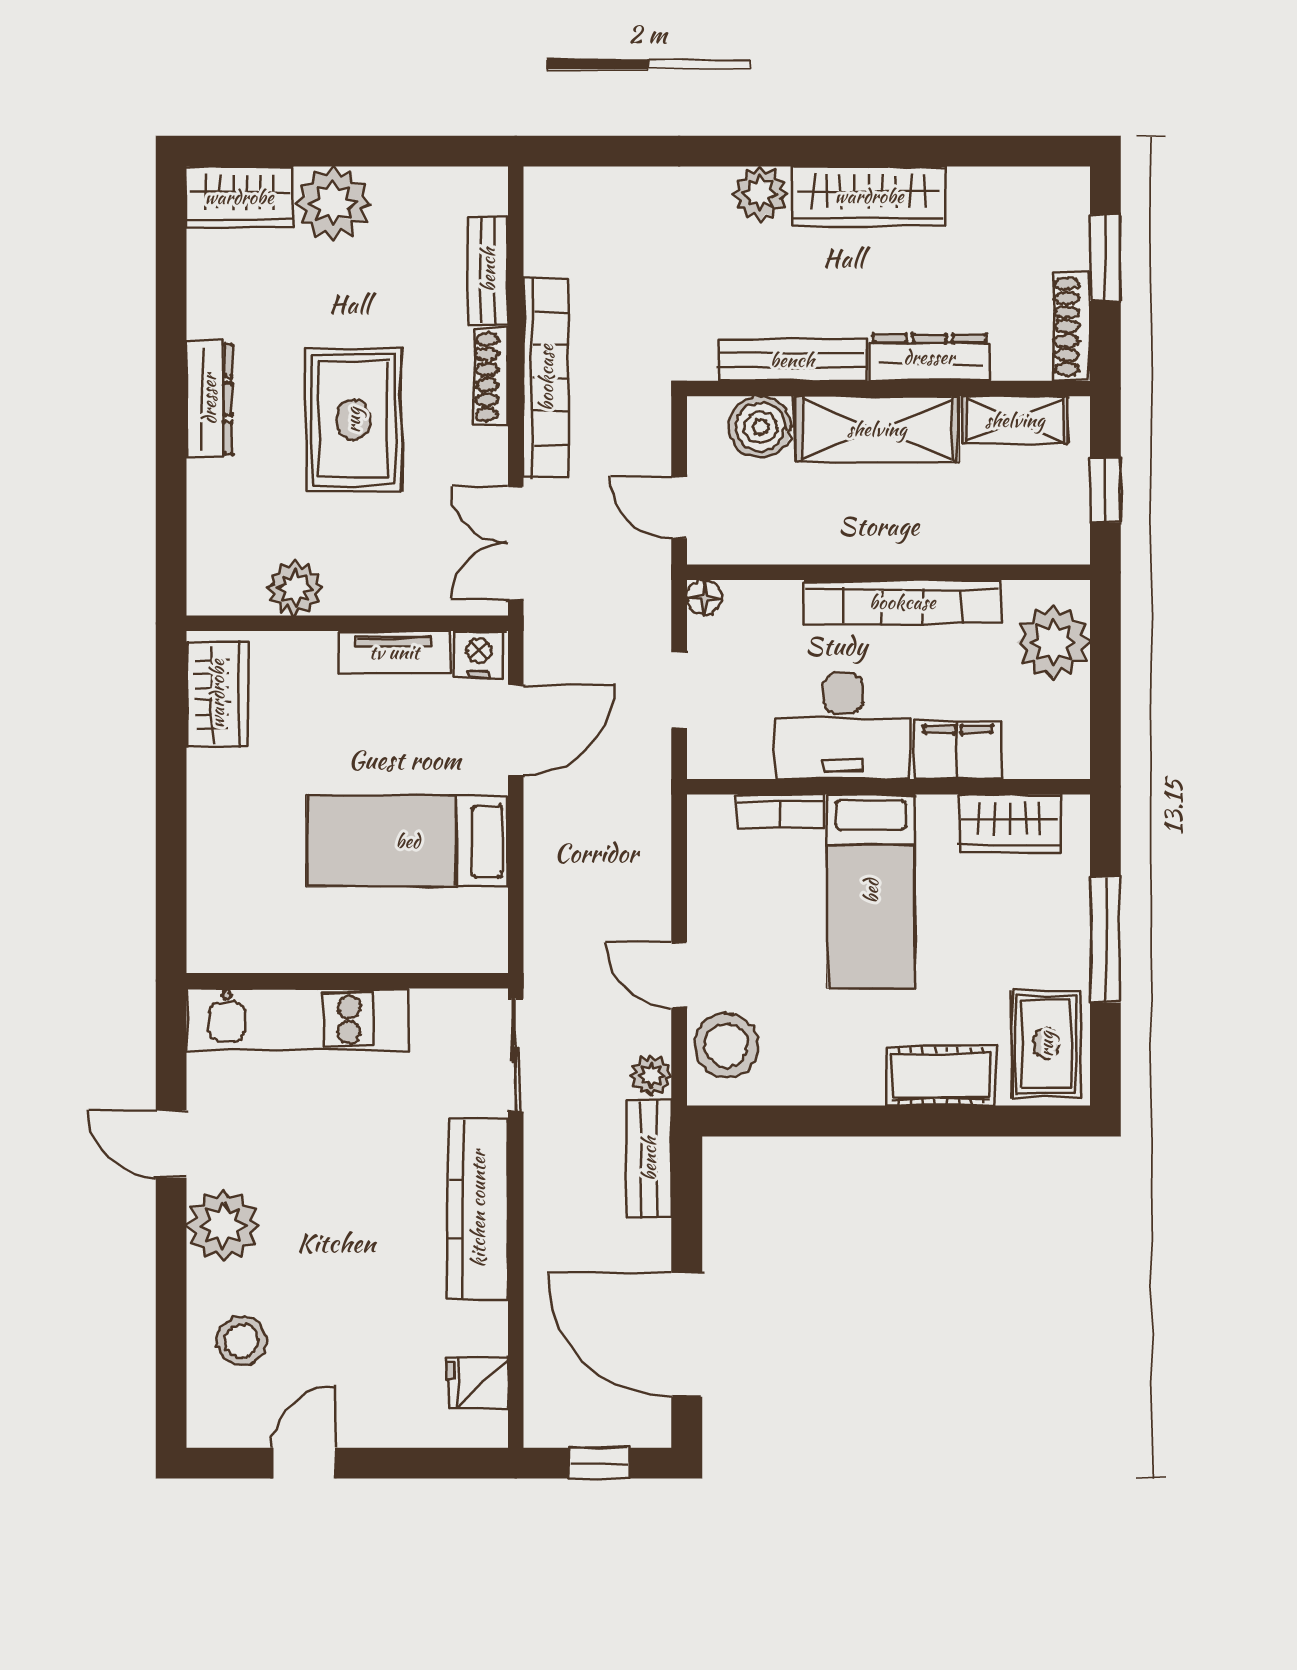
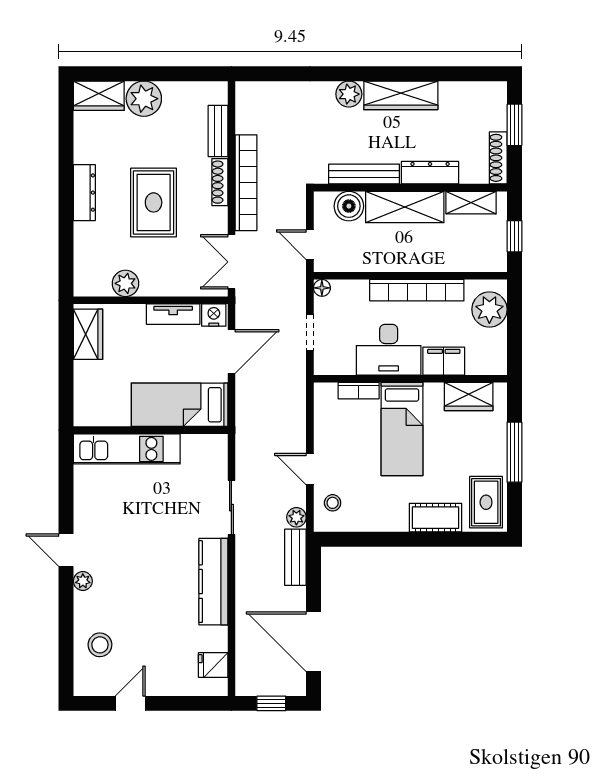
wall: (347, 981) -> (151, 430), moved
kitchen unit: (298, 1020) -> (127, 449), moved
stool: (726, 1045) -> (333, 503), width x0.53, depth x0.53
plant: (223, 1225) -> (83, 581), width x0.53, depth x0.53

